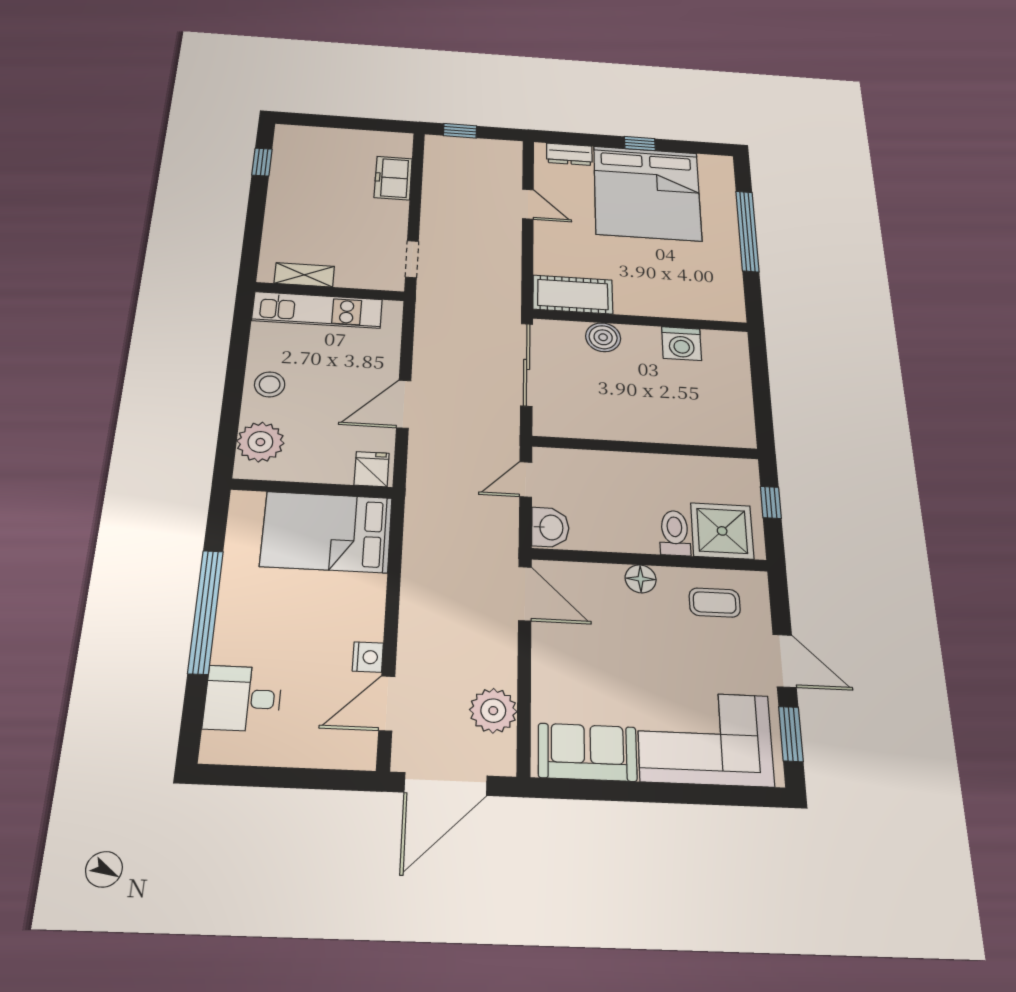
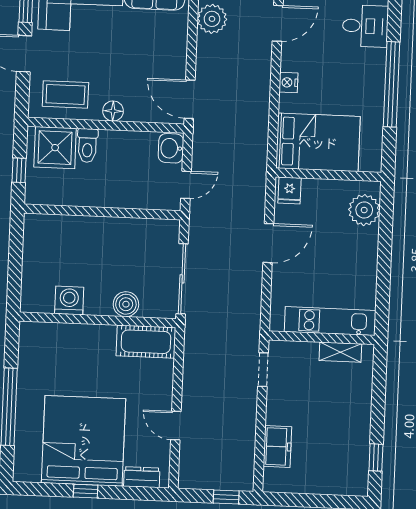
stool: (270, 384) -> (360, 257), removed
coffee table: (715, 603) -> (65, 94), width x1.36, depth x1.30
nightstand: (368, 657) -> (288, 82), moved

